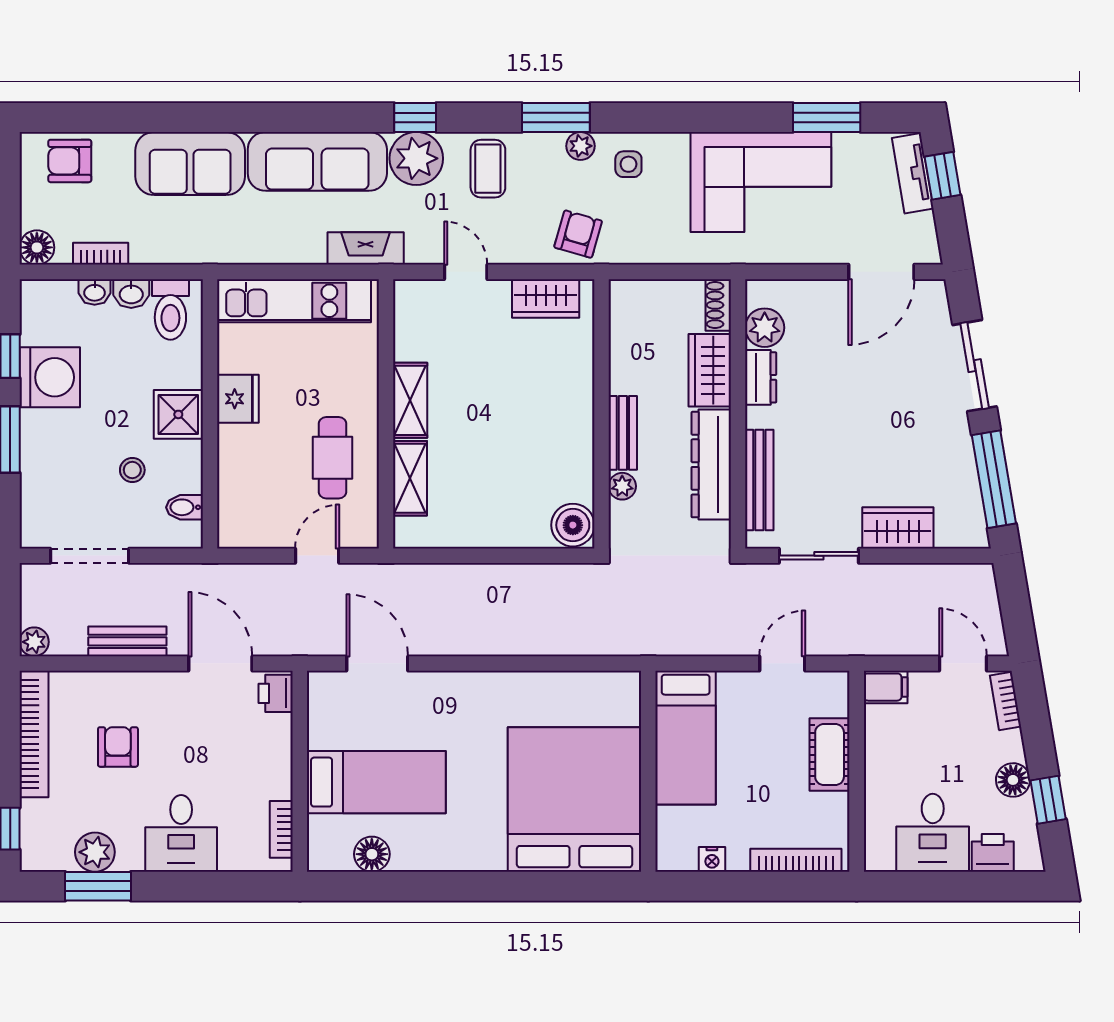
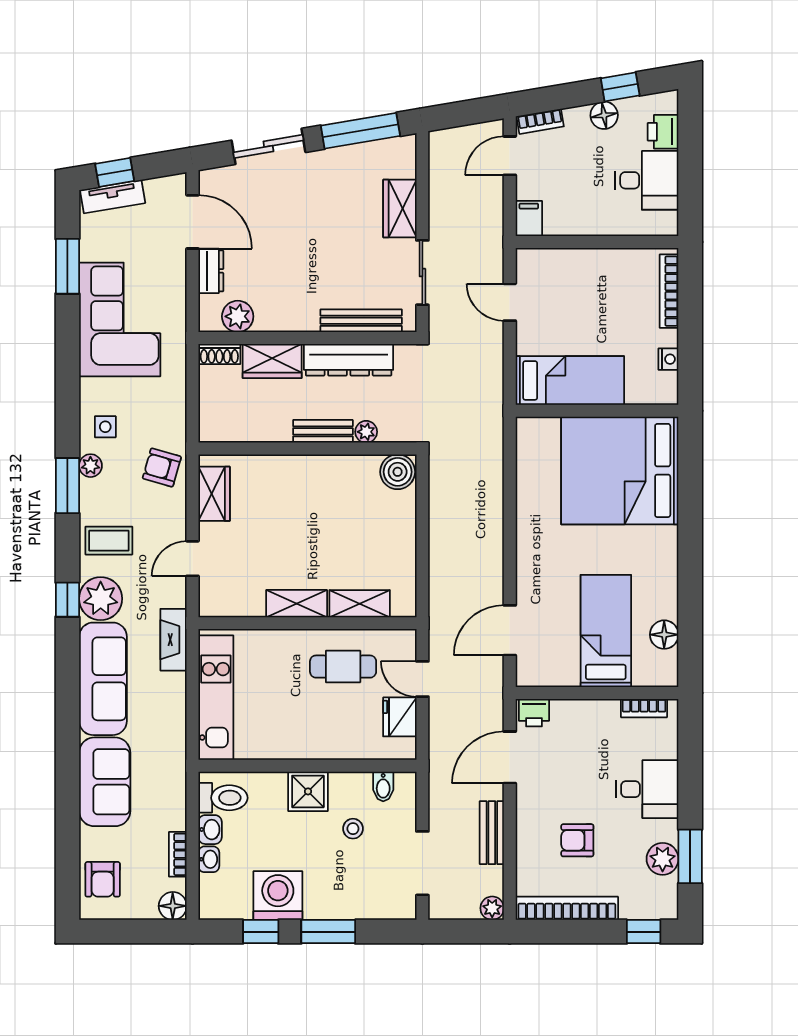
dresser: (761, 377) -> (211, 271), moved, turned 90
fridge: (238, 399) -> (400, 717), moved, turned -90
cot: (830, 755) -> (583, 264), removed

